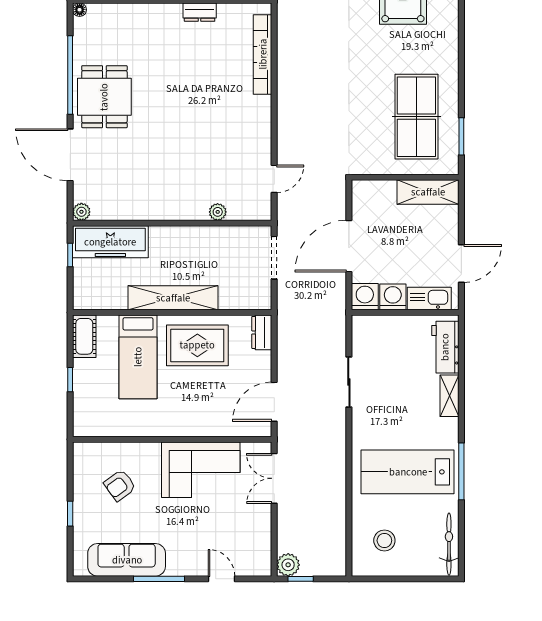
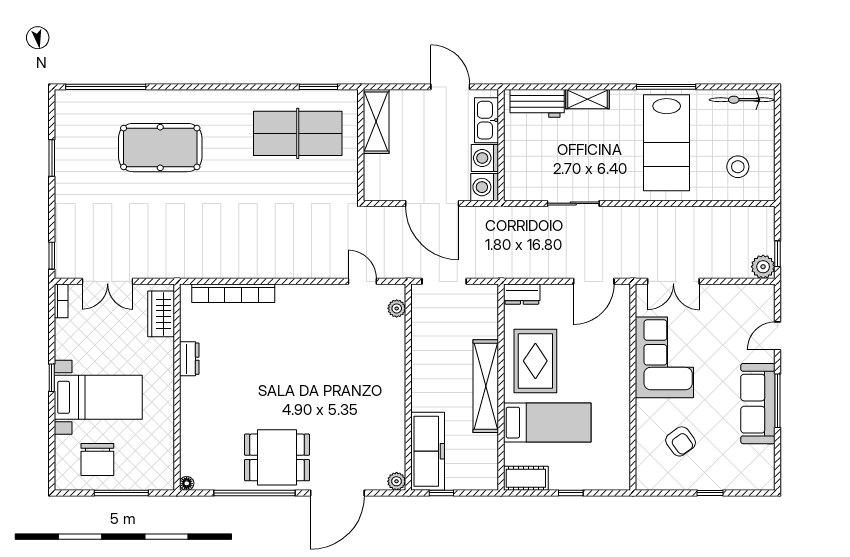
plant: (218, 212) -> (397, 308), moved
door: (274, 402) -> (594, 281), hinge flipped
sofa: (127, 560) -> (758, 404), moved

